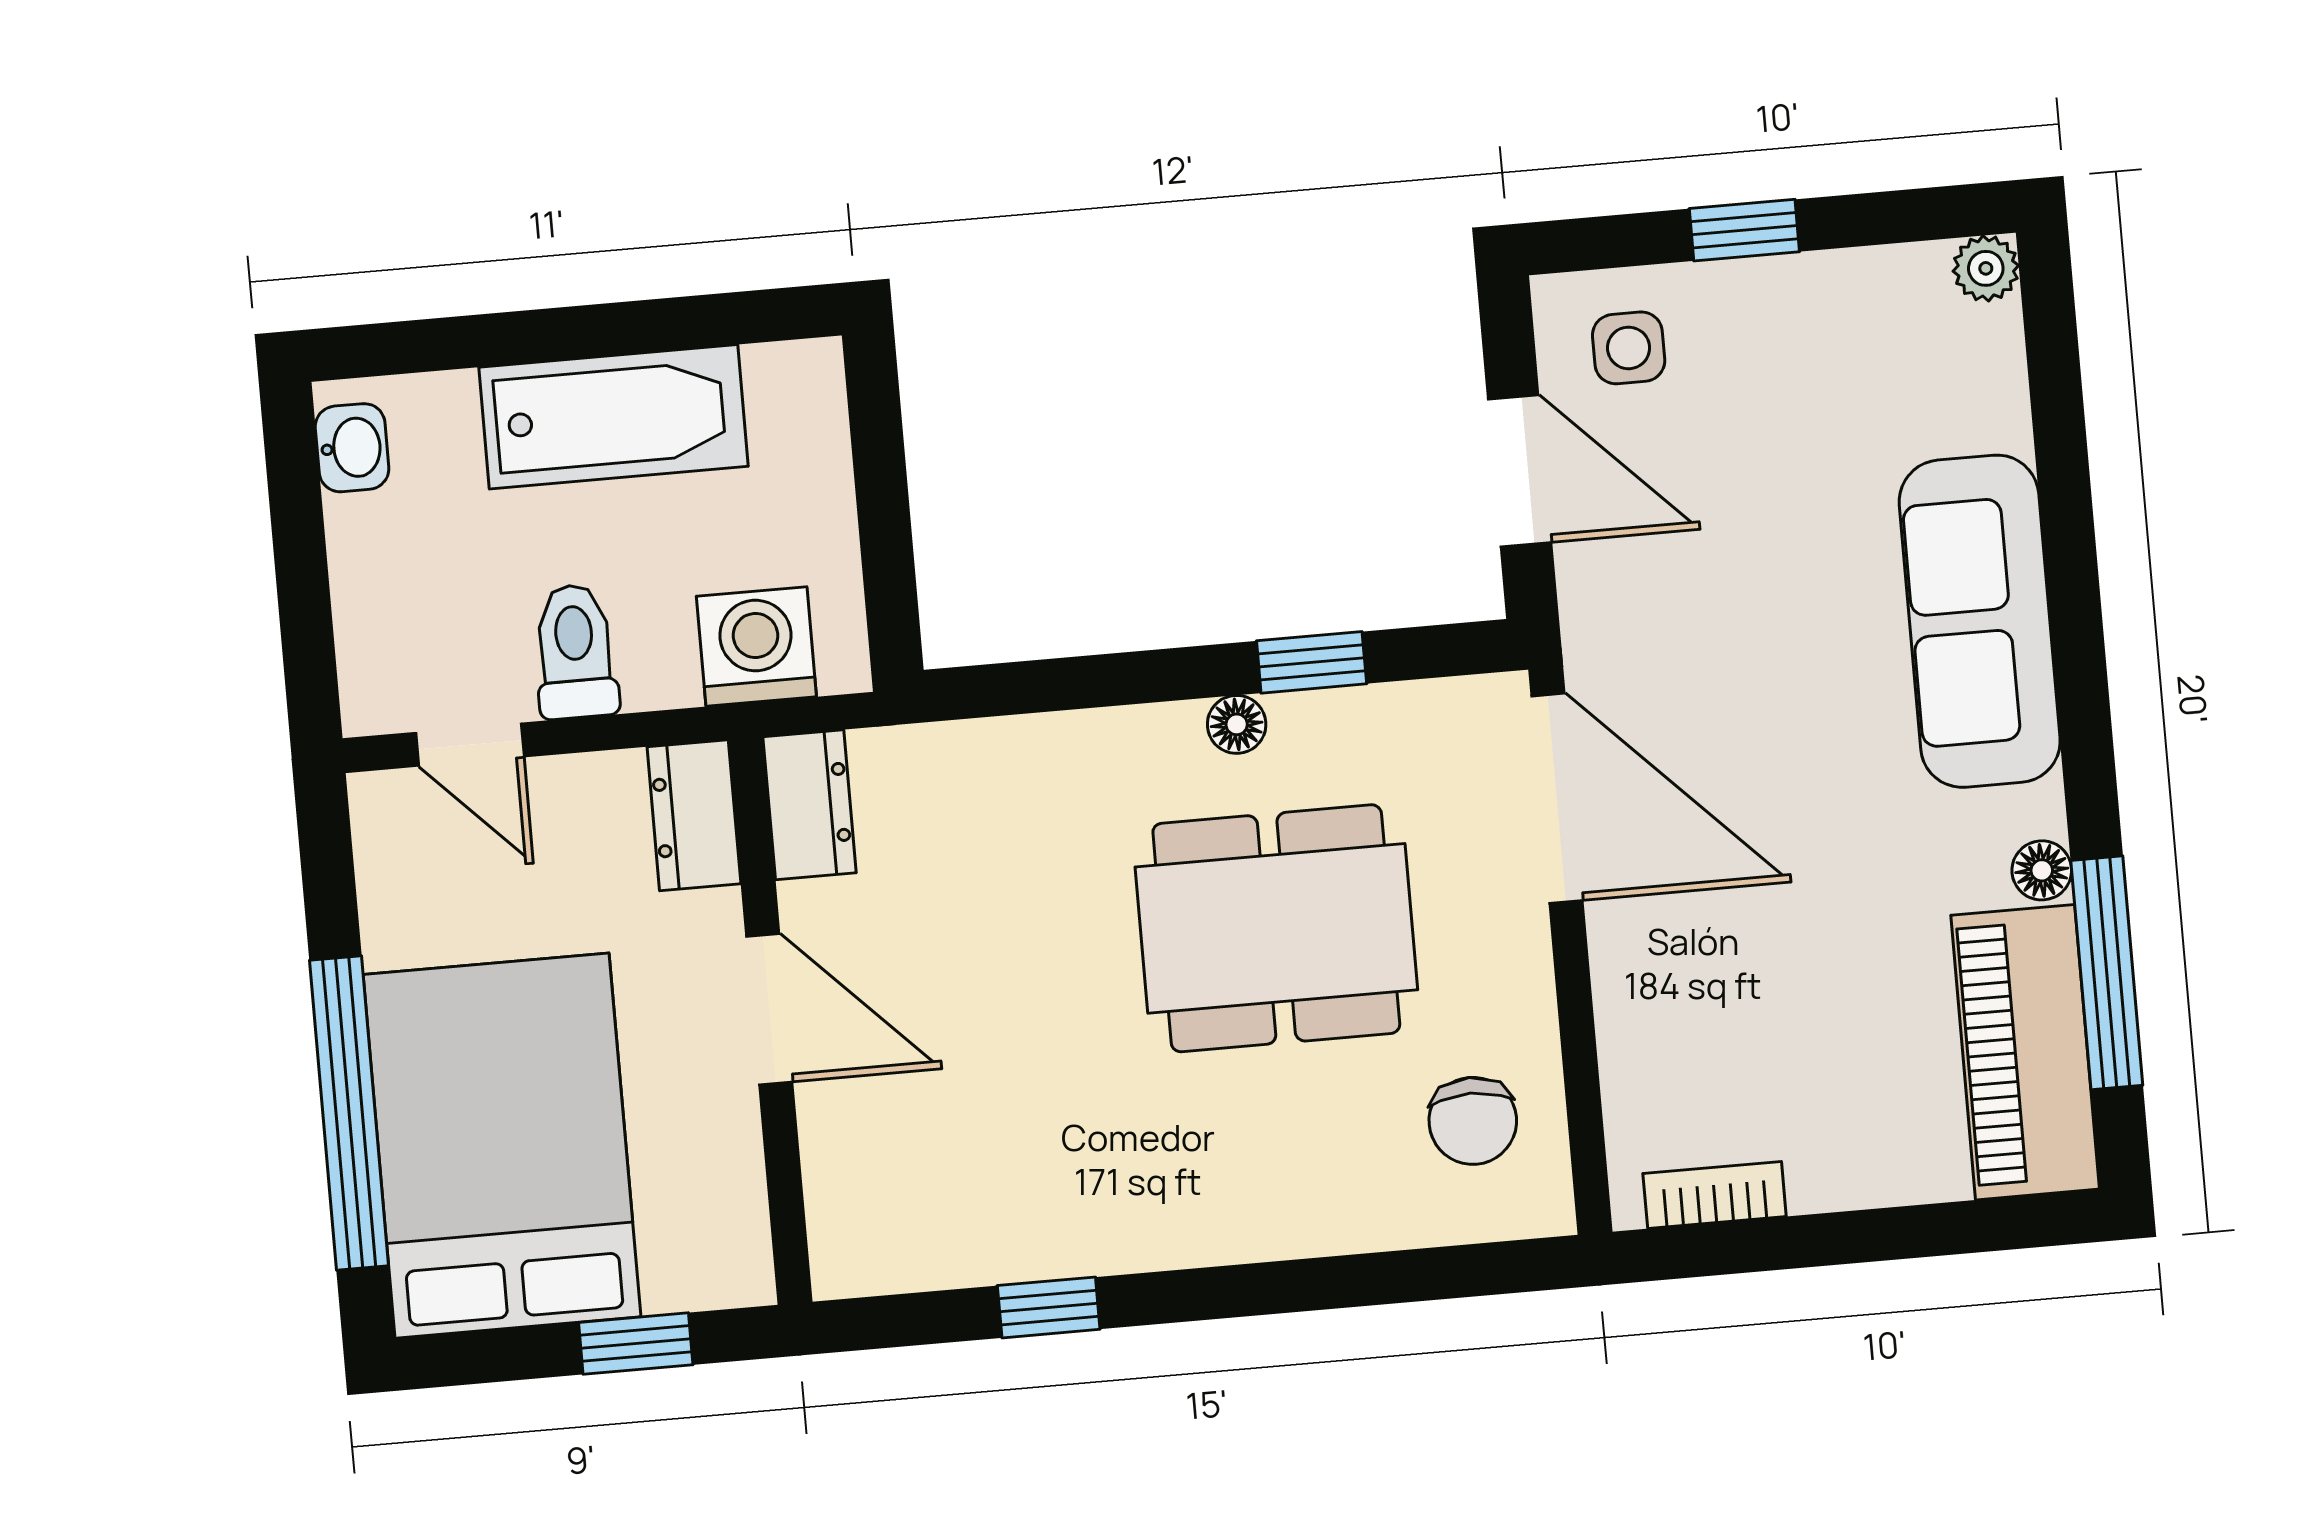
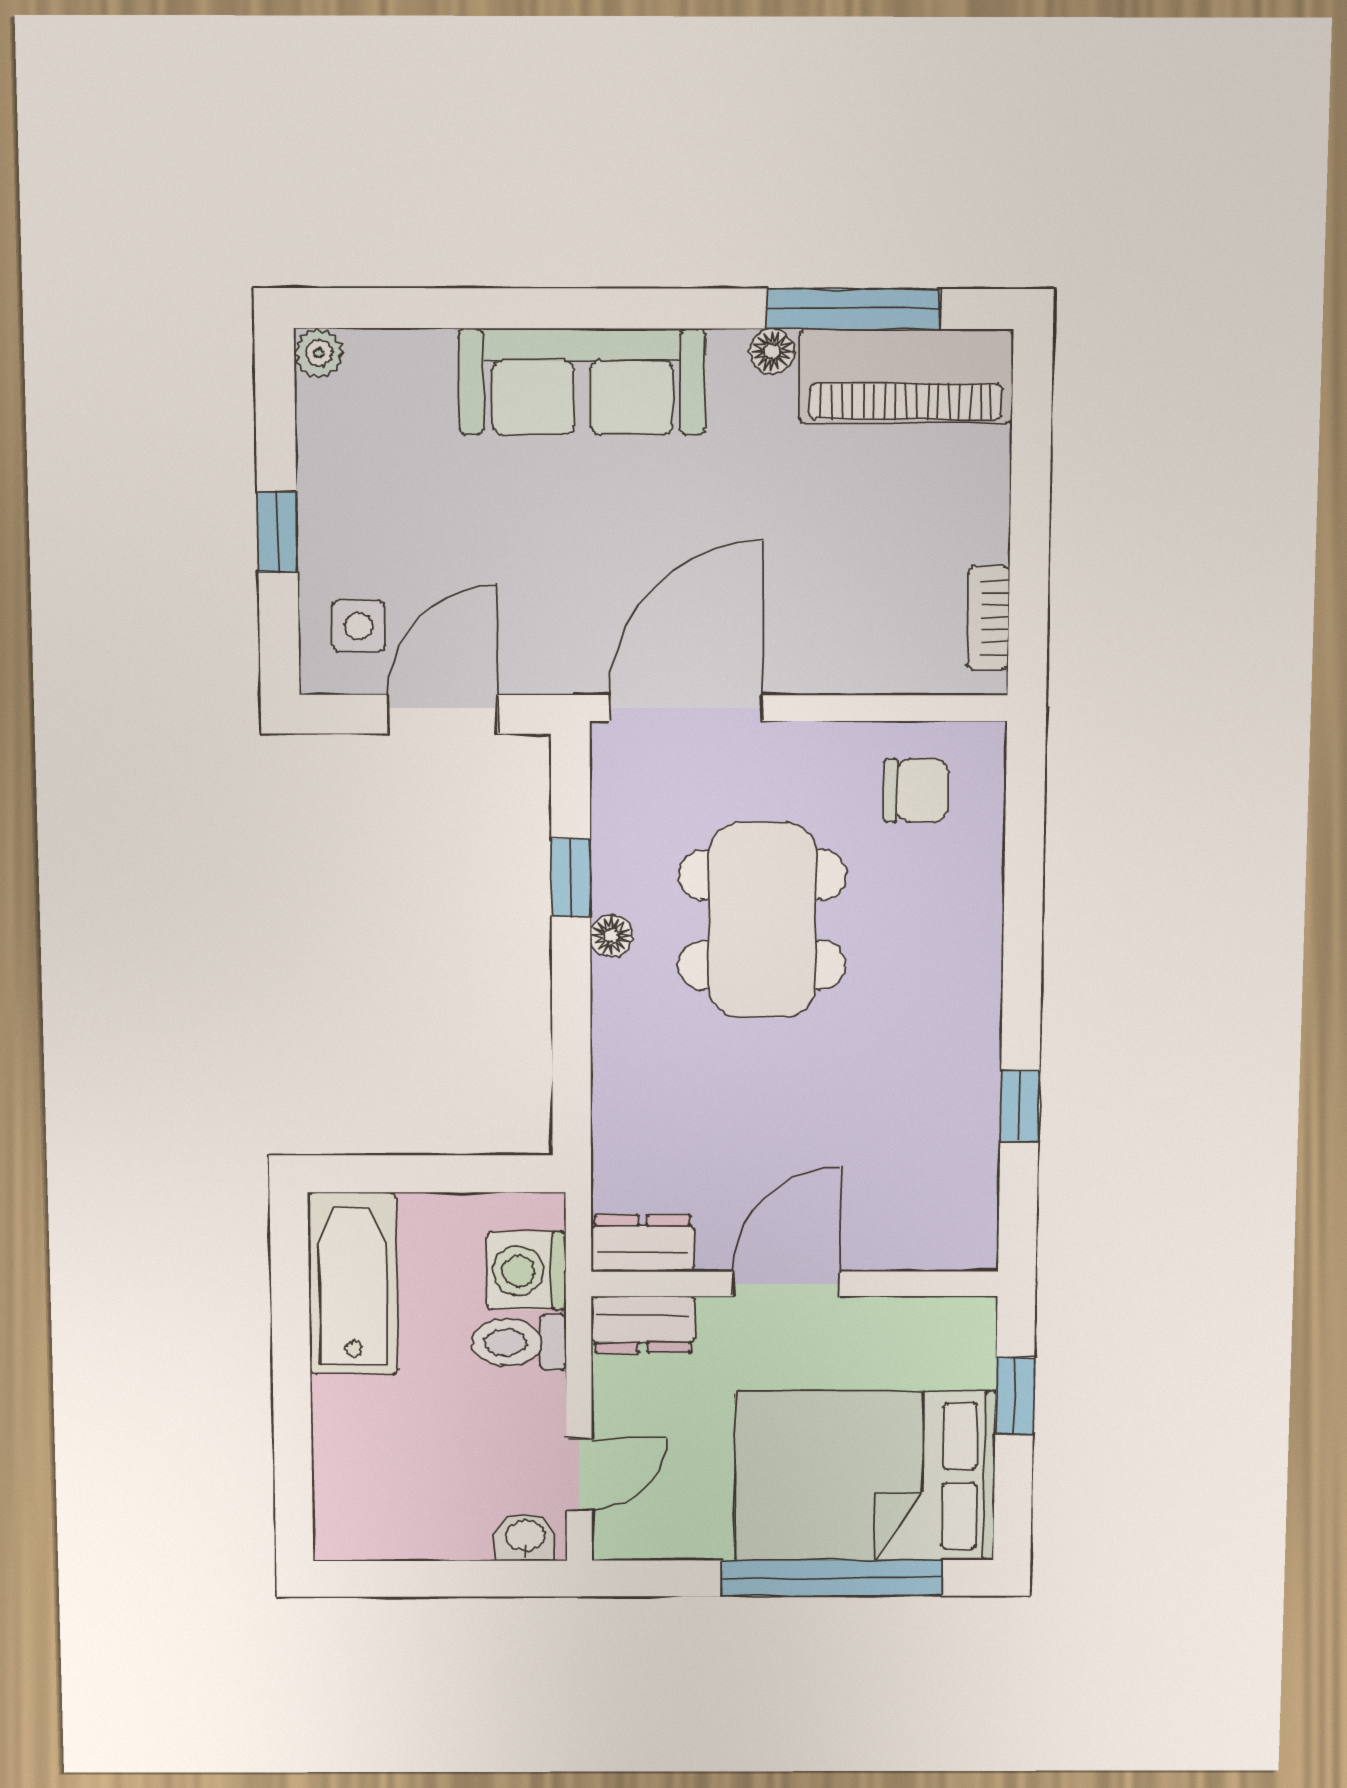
bathtub: (613, 417) -> (353, 1283), moved
washbasin: (352, 448) -> (525, 1537), moved
toilet: (575, 651) -> (519, 1342), moved

